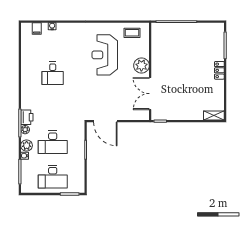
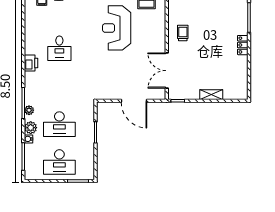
trolley: (165, 59) -> (183, 33), added
plant: (141, 66) -> (157, 40), removed
shelving: (214, 115) -> (211, 95), moved
printer: (27, 117) -> (31, 63), moved
door: (105, 121) -> (134, 101), moved

